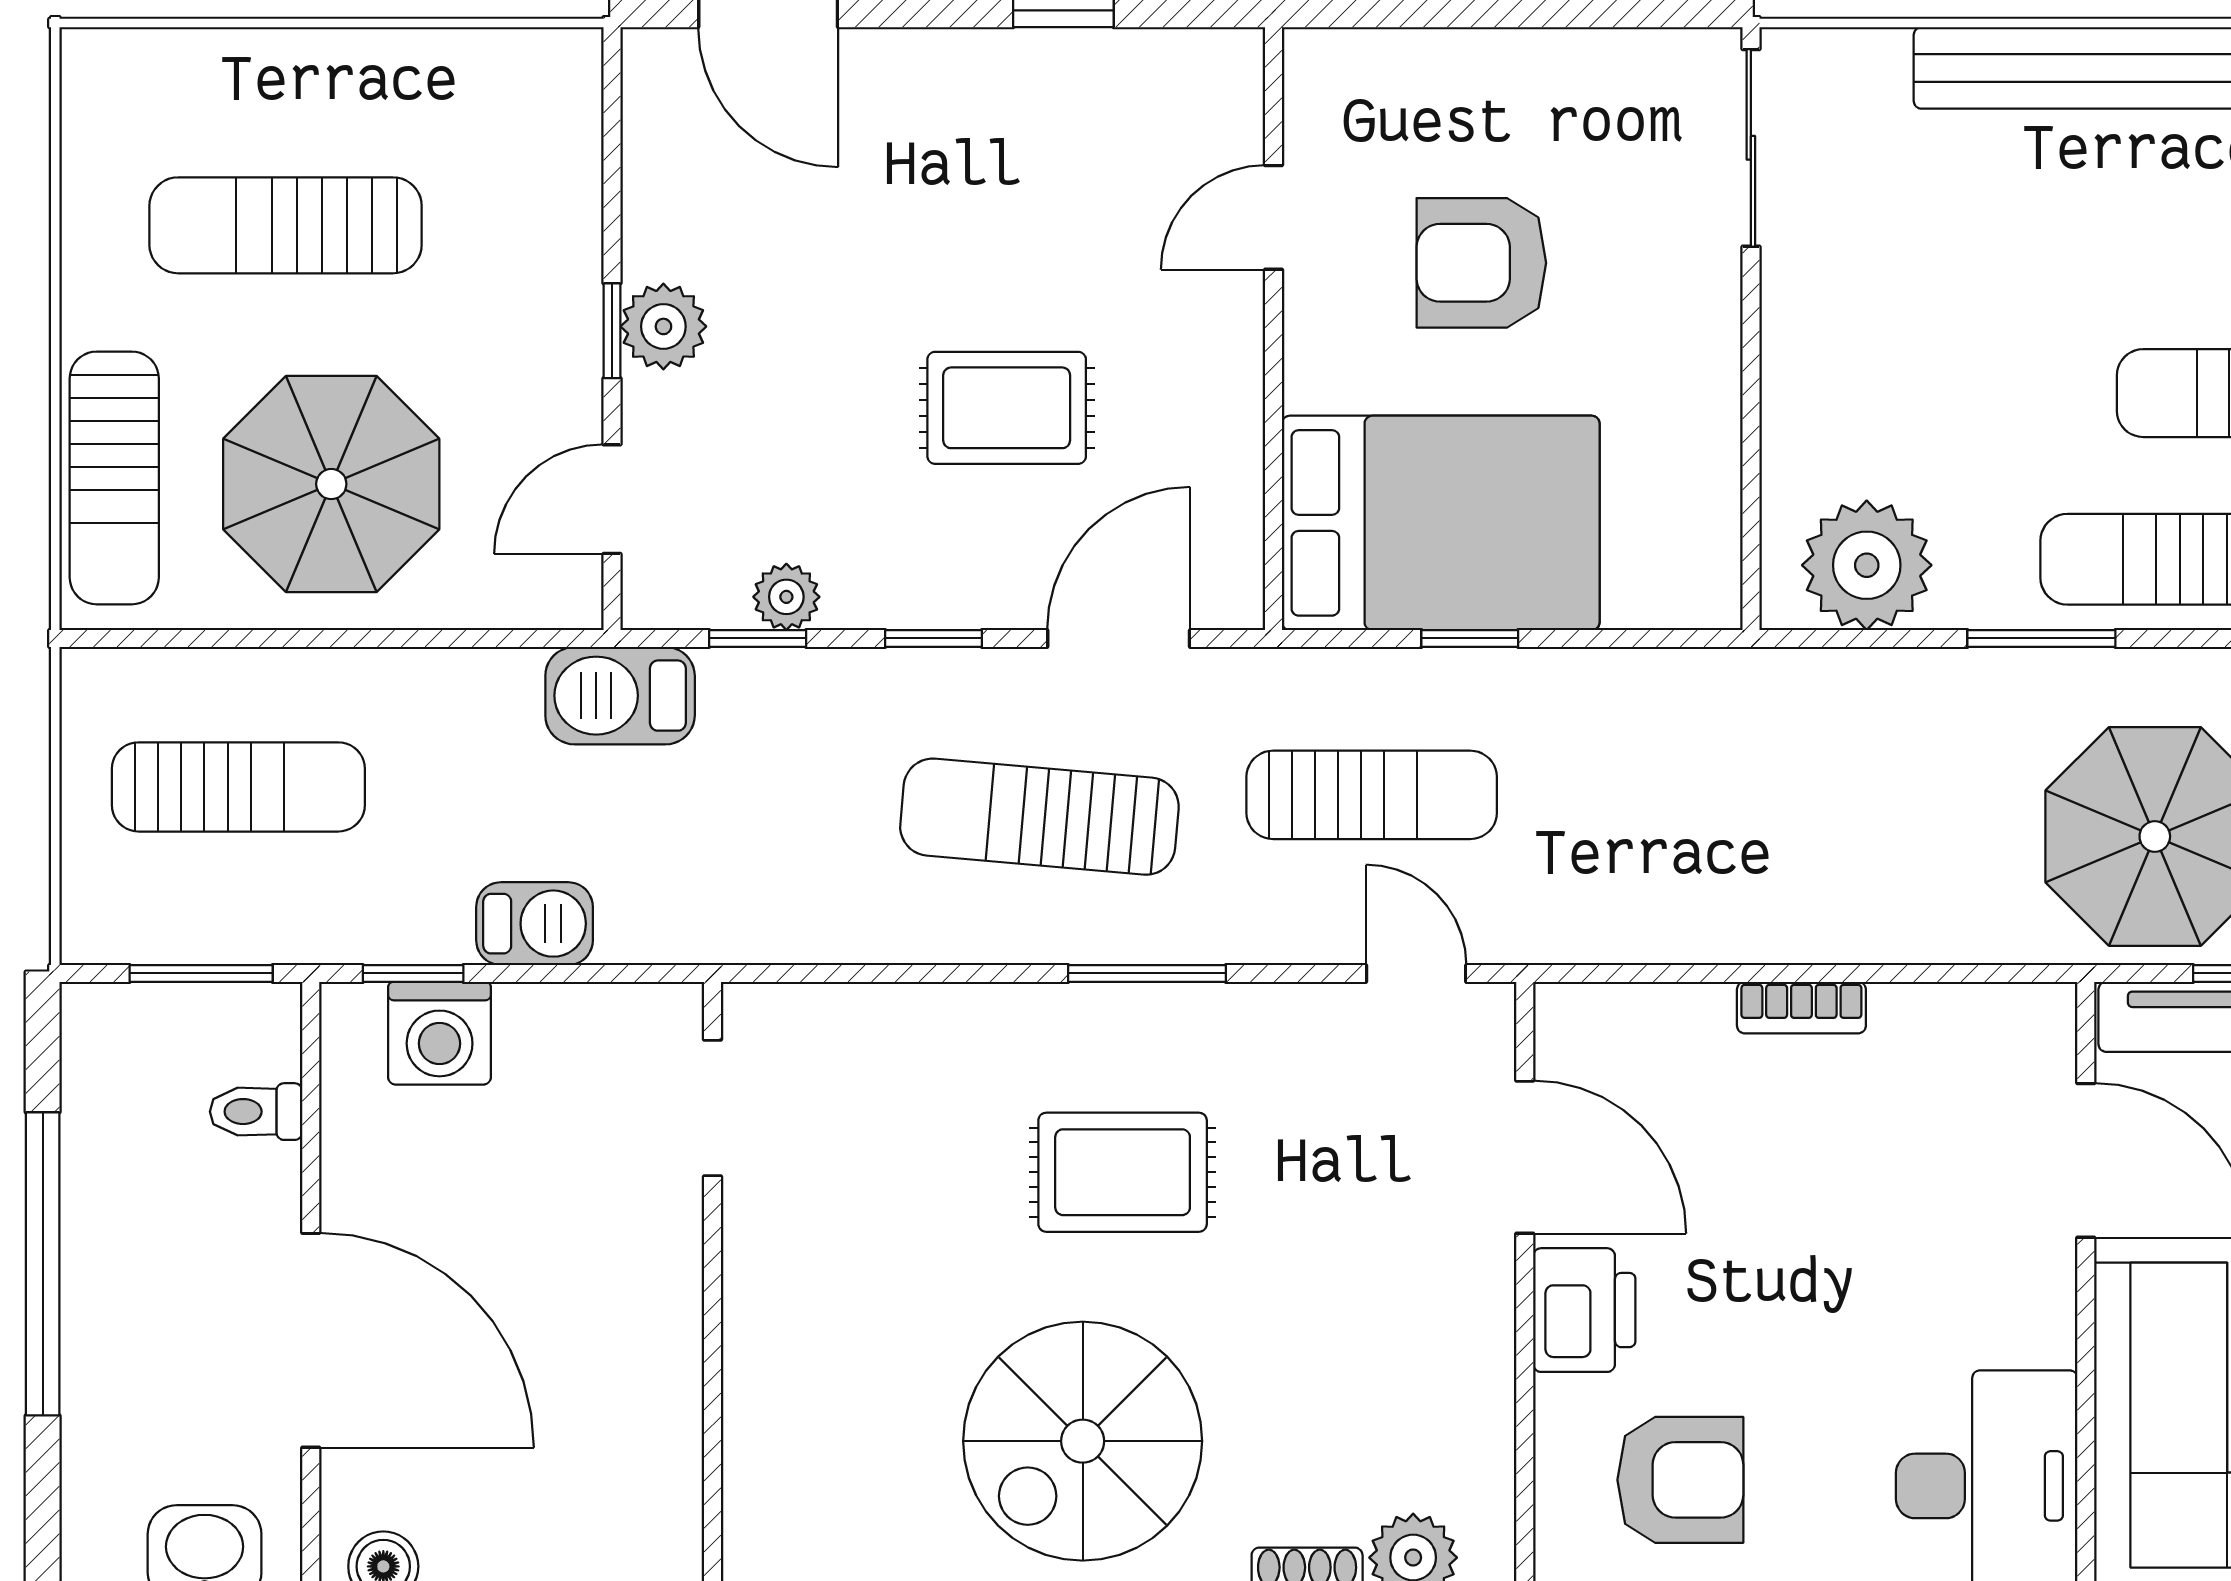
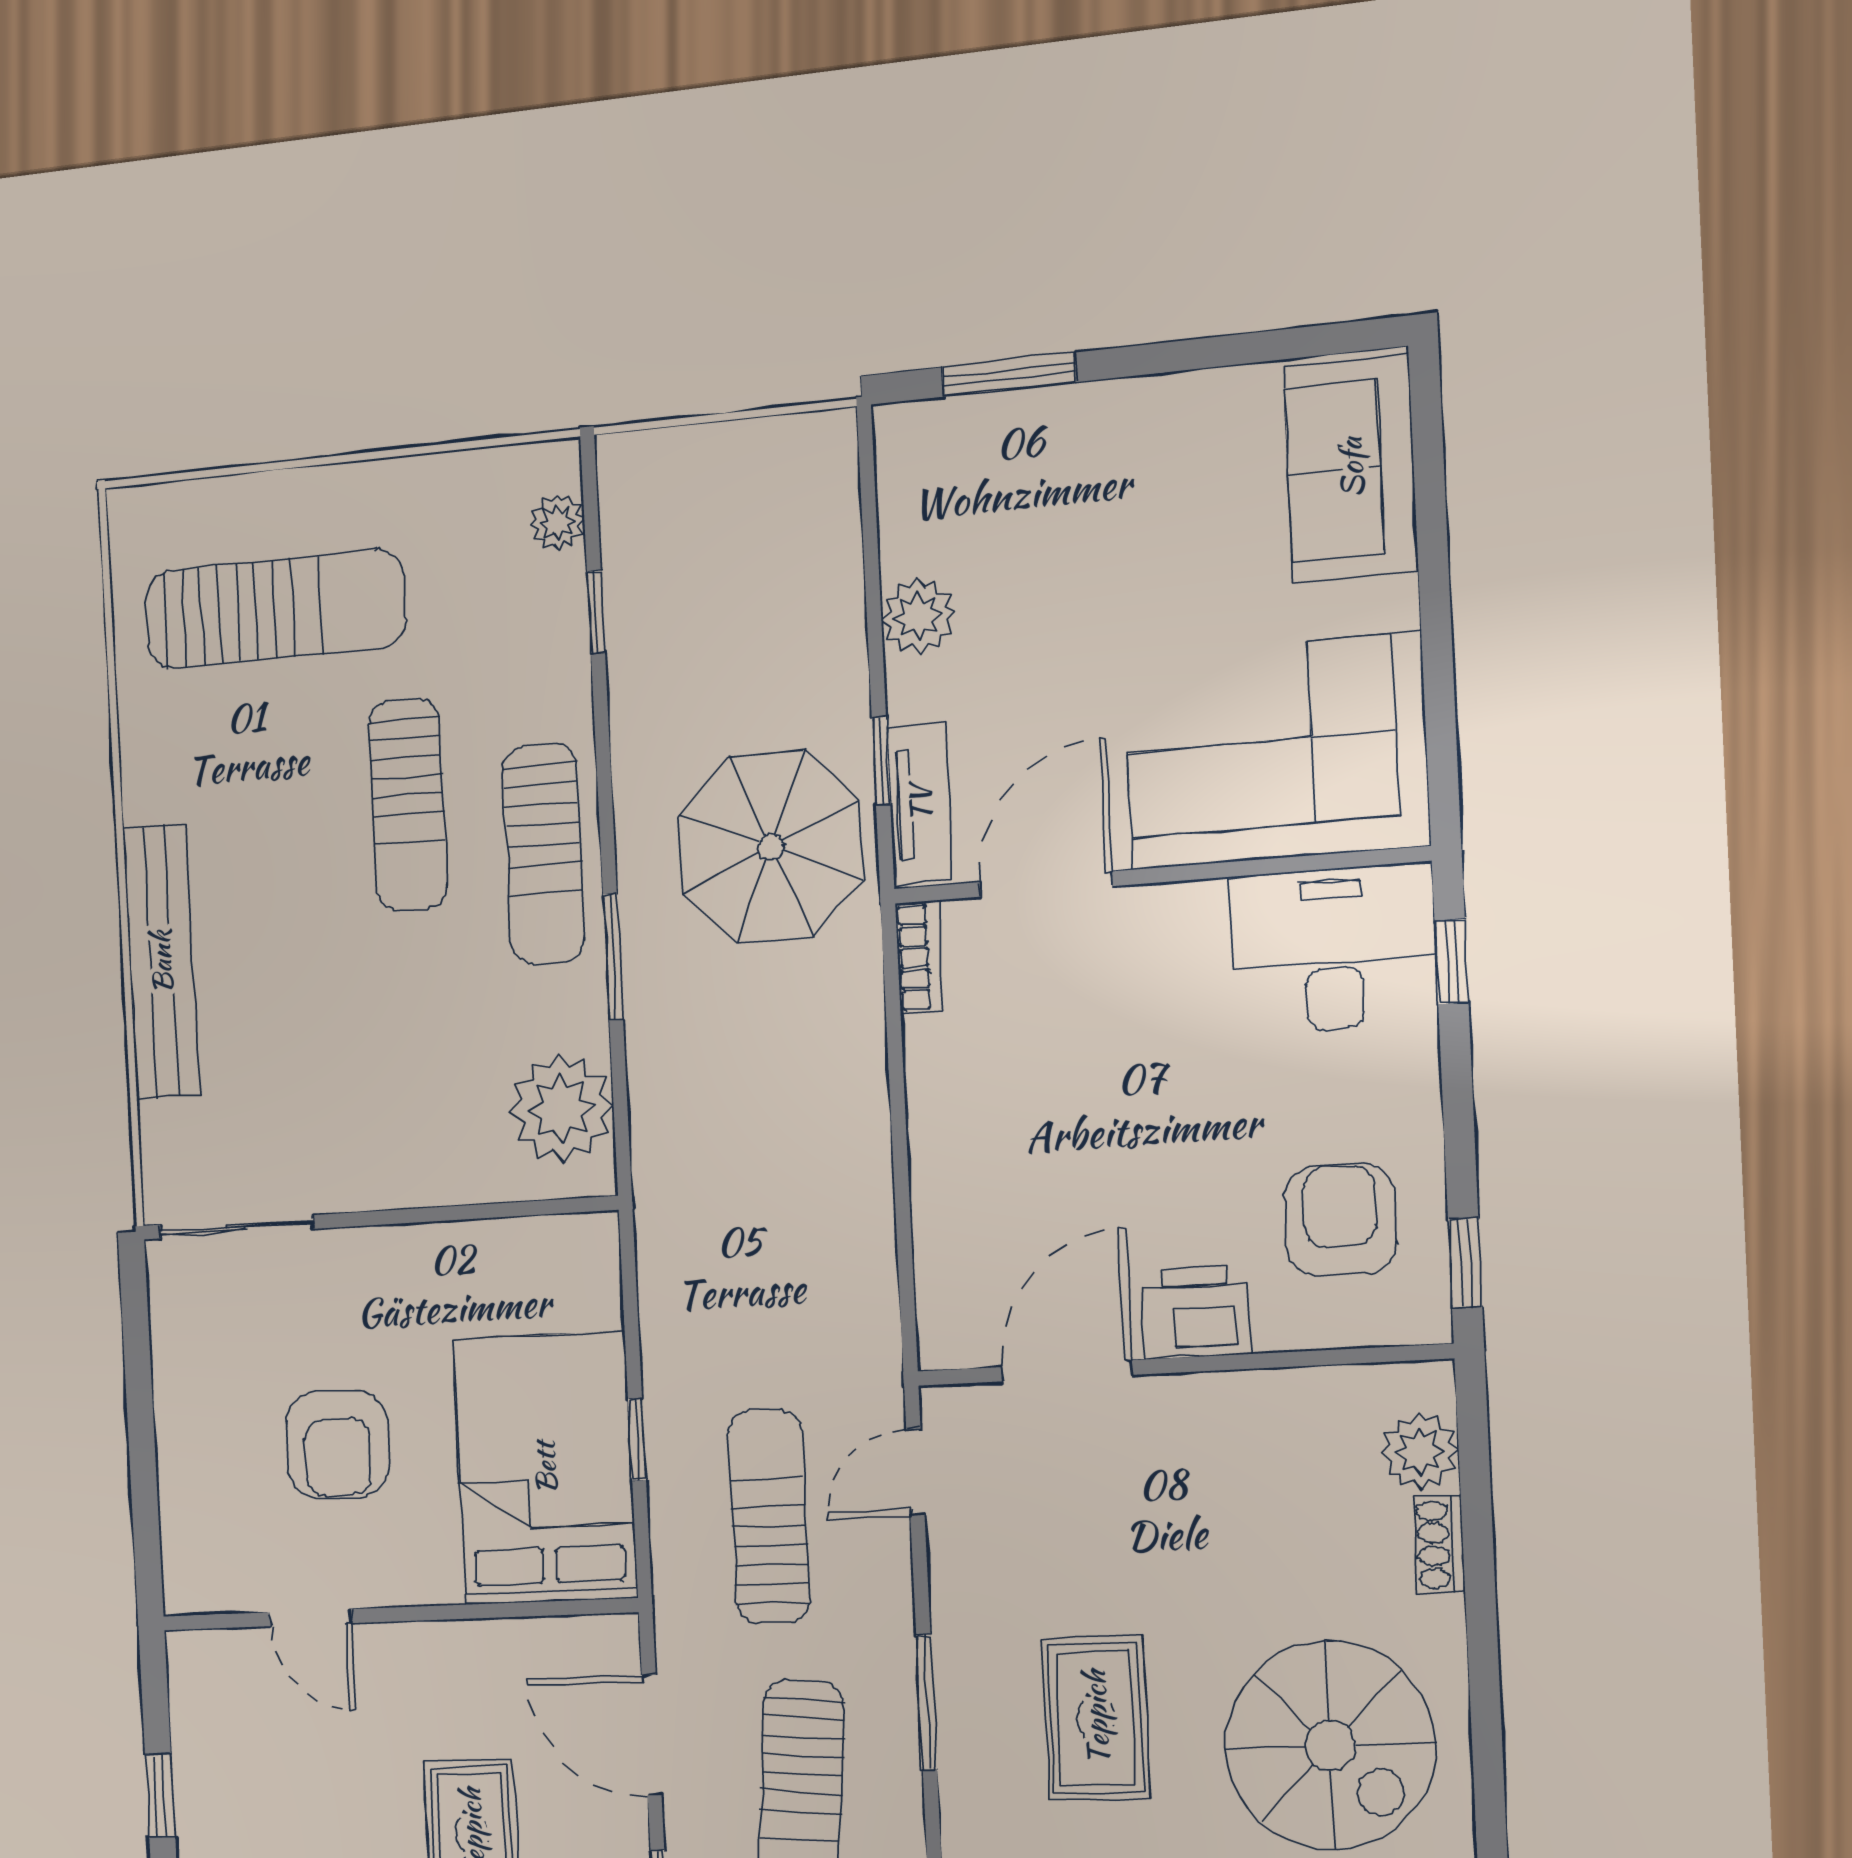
bookcase: (1801, 1008) -> (919, 957), moved

